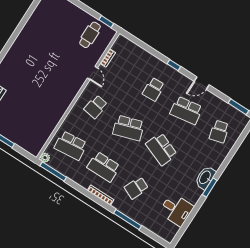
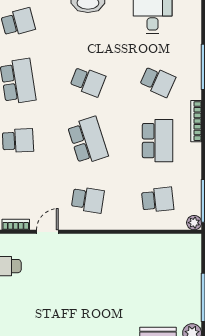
school desk: (71, 146) -> (158, 200), width x0.54
school desk: (161, 149) -> (88, 81), width x0.54

